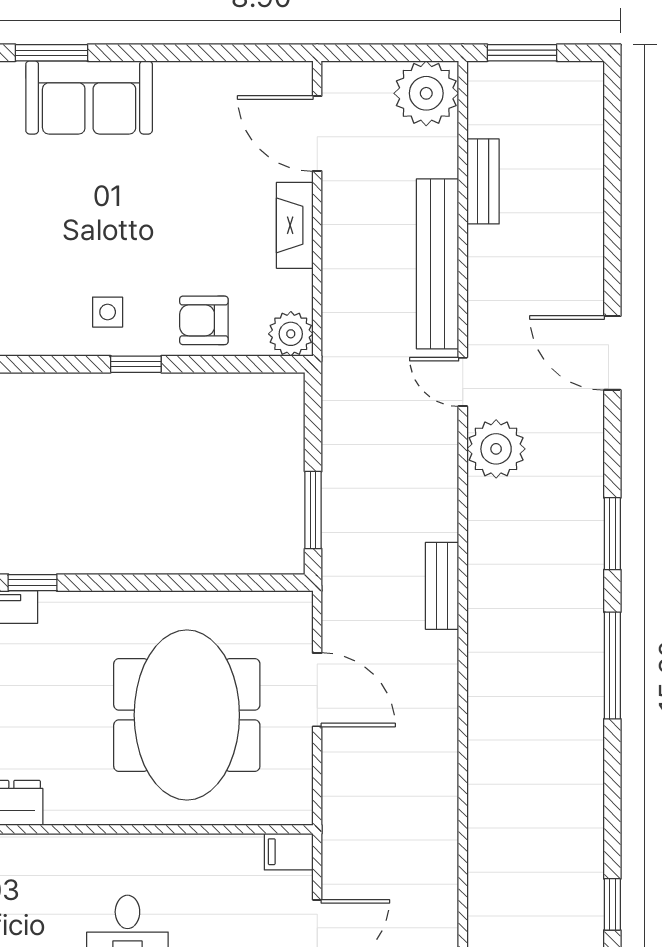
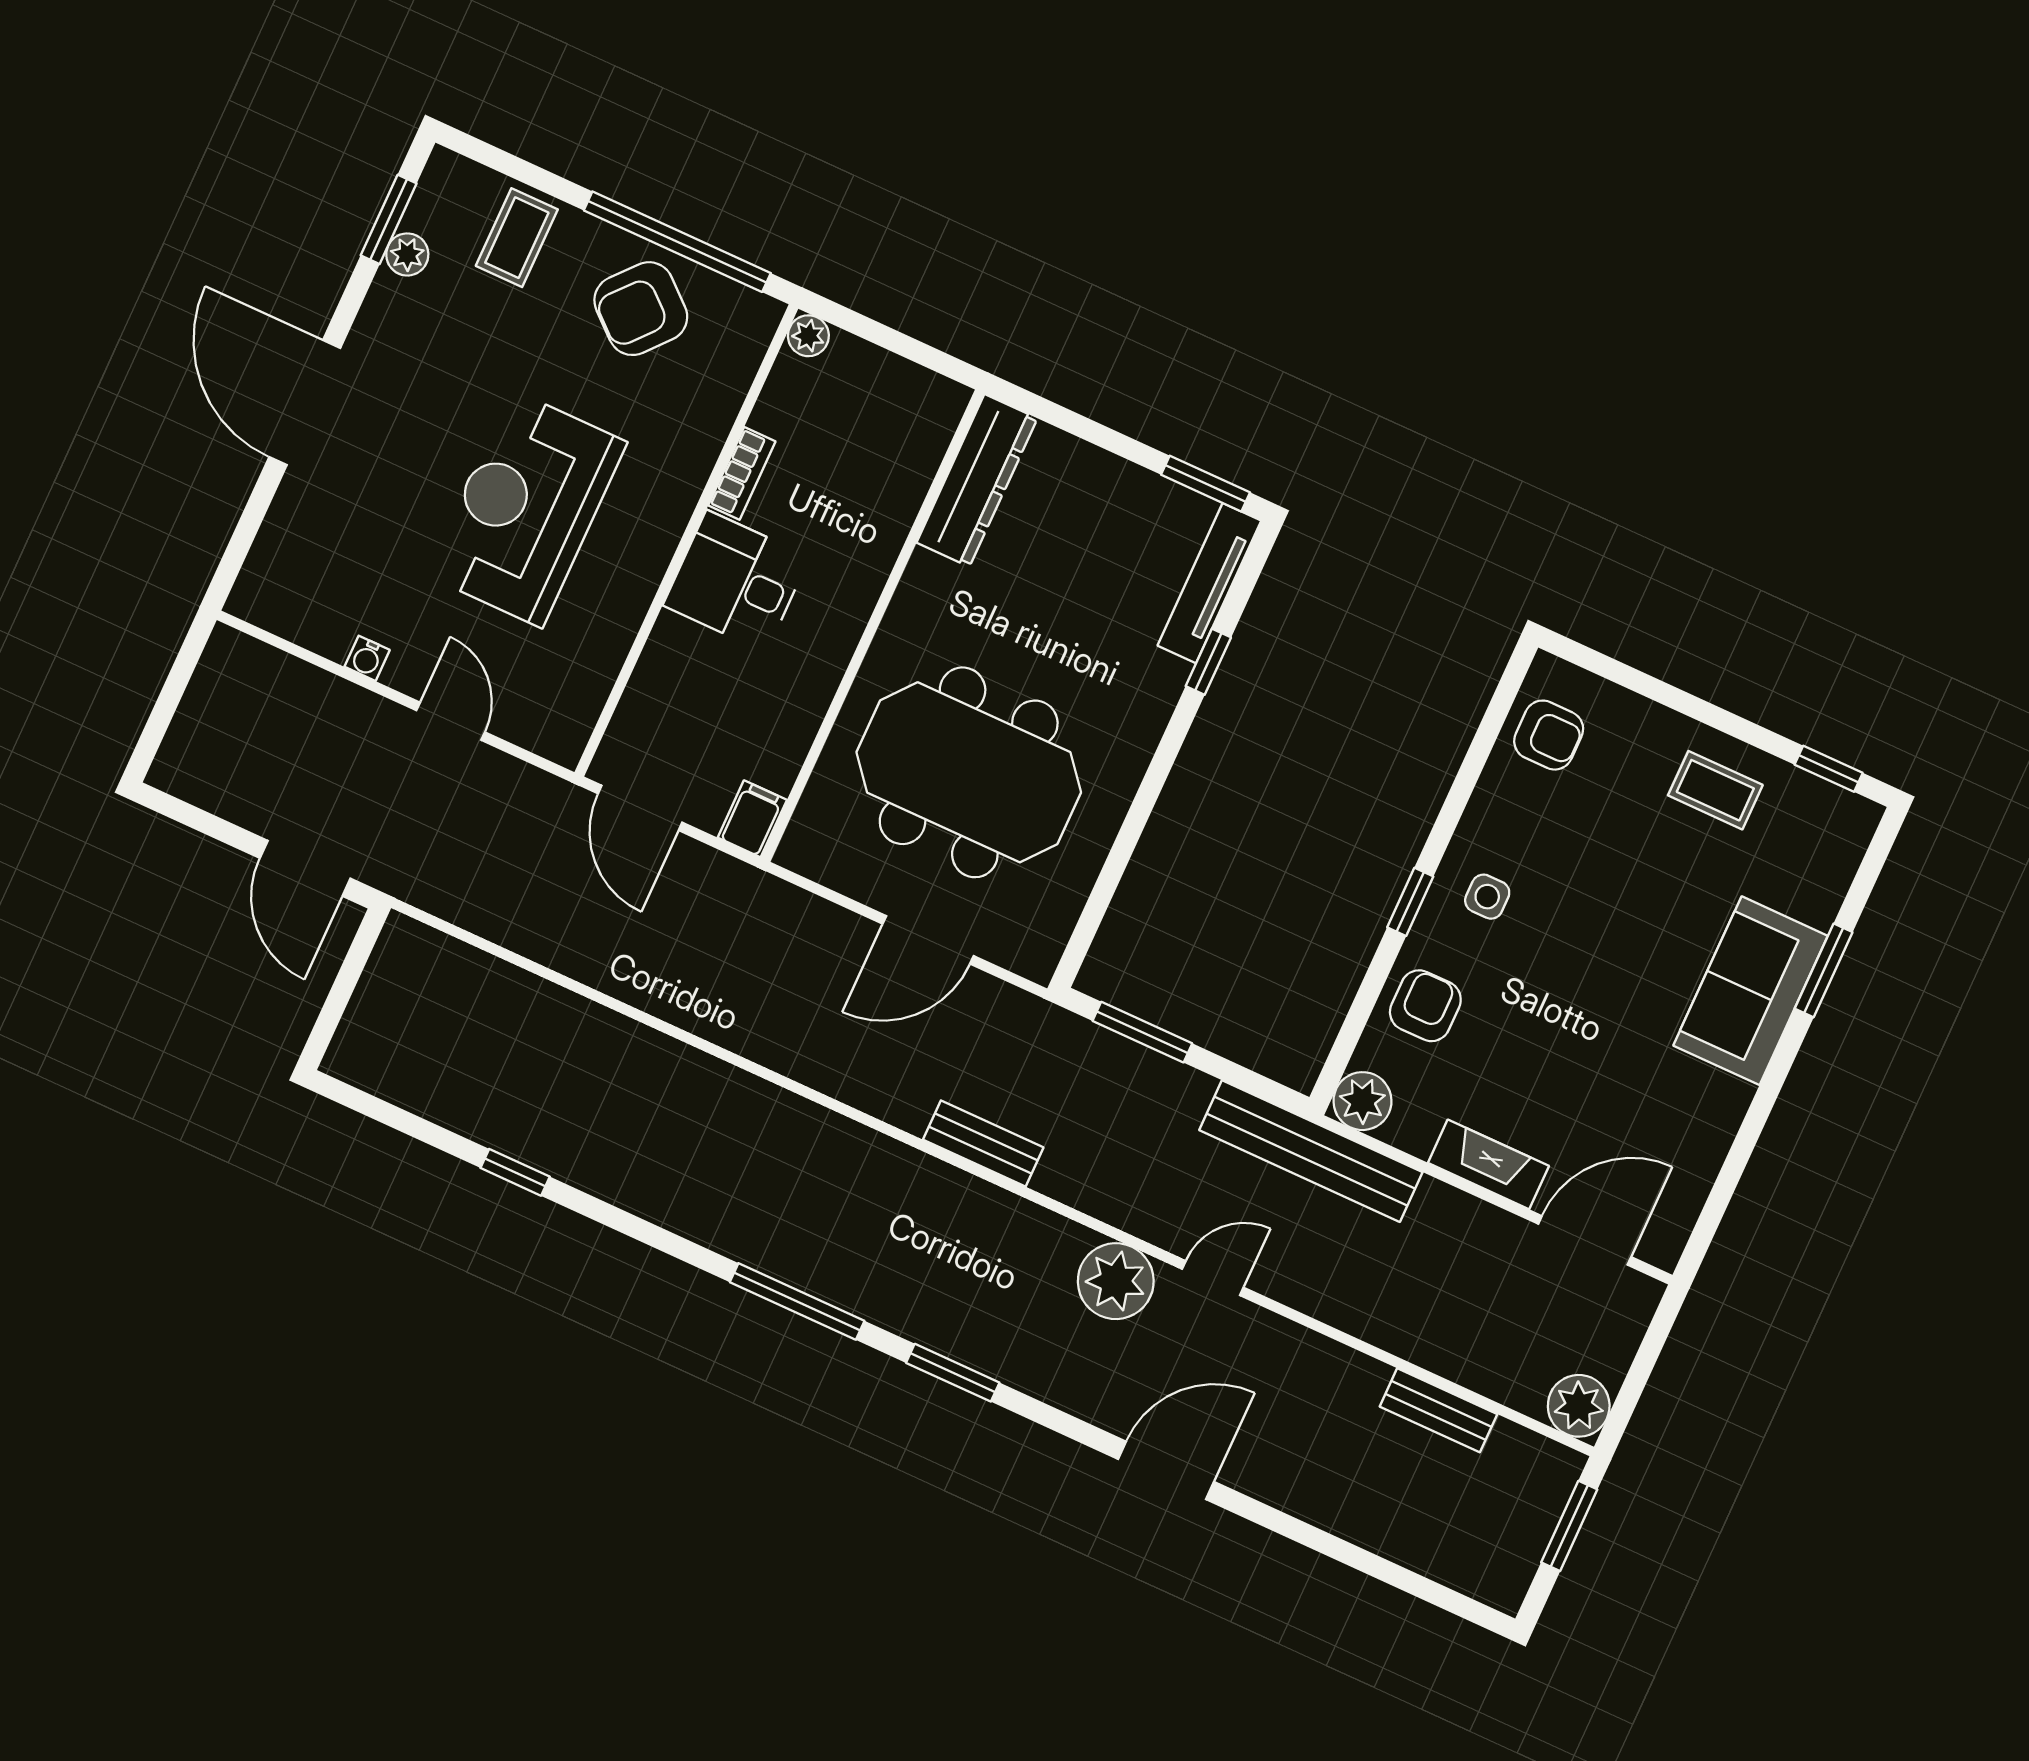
plant: (426, 93) -> (1579, 1406), width x0.73, depth x0.73
bench: (438, 264) -> (1311, 1151), moved

